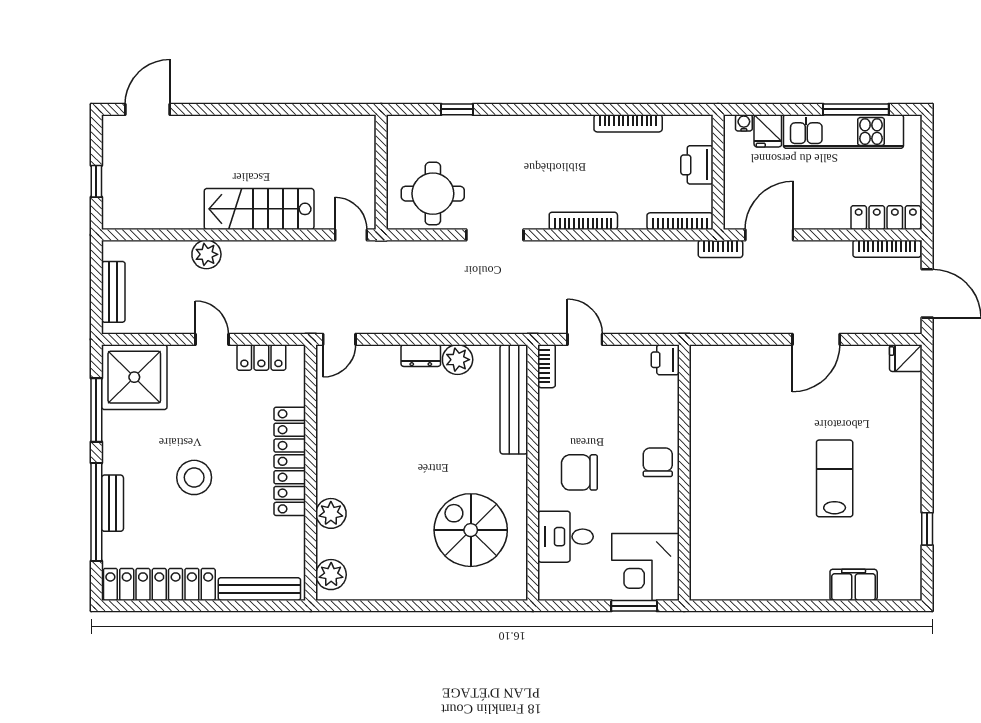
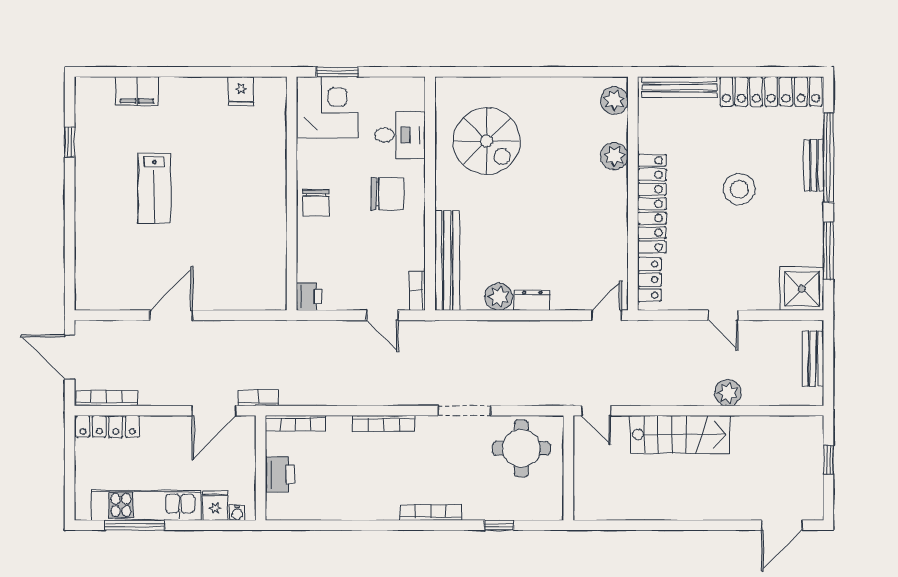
bookcase: (628, 123) -> (431, 513), moved
locker: (261, 357) -> (649, 280), moved, turned 90
fridge: (906, 358) -> (241, 91), moved, turned 90
shower: (134, 377) -> (802, 289), width x0.73, depth x0.73

